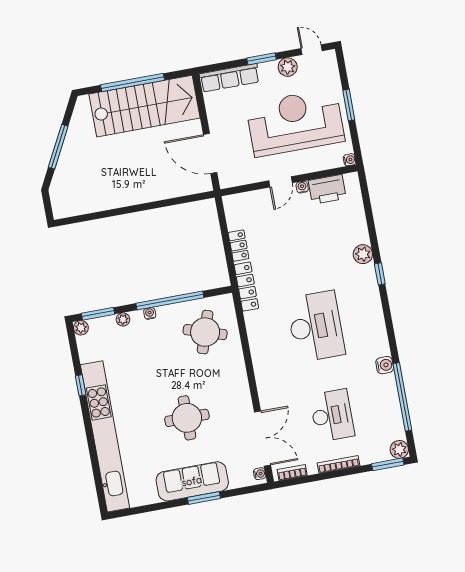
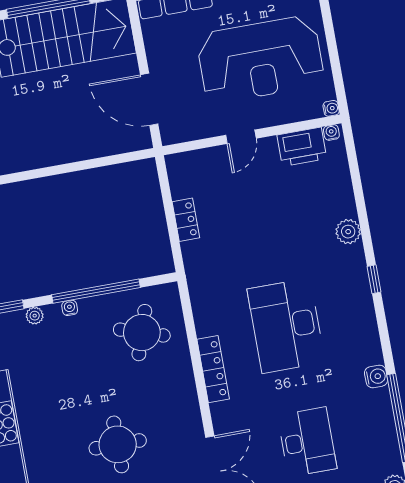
window: (349, 105) -> (330, 37), removed
reception desk: (295, 123) -> (260, 60), turned 180
water cooler: (302, 187) -> (331, 133), moved
window: (380, 274) -> (374, 279), moved
locker: (246, 287) -> (213, 369), moved
desk: (316, 326) -> (286, 326), turned 180

